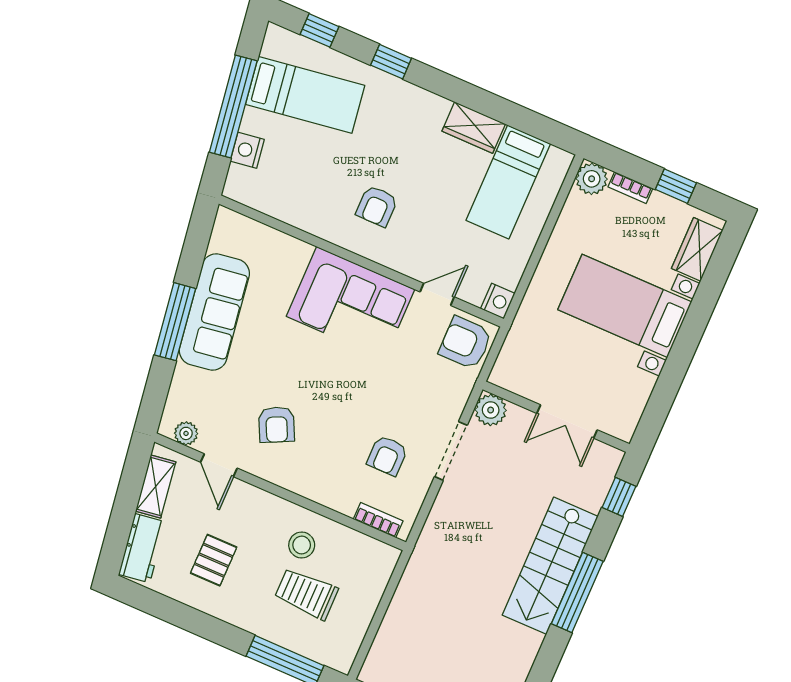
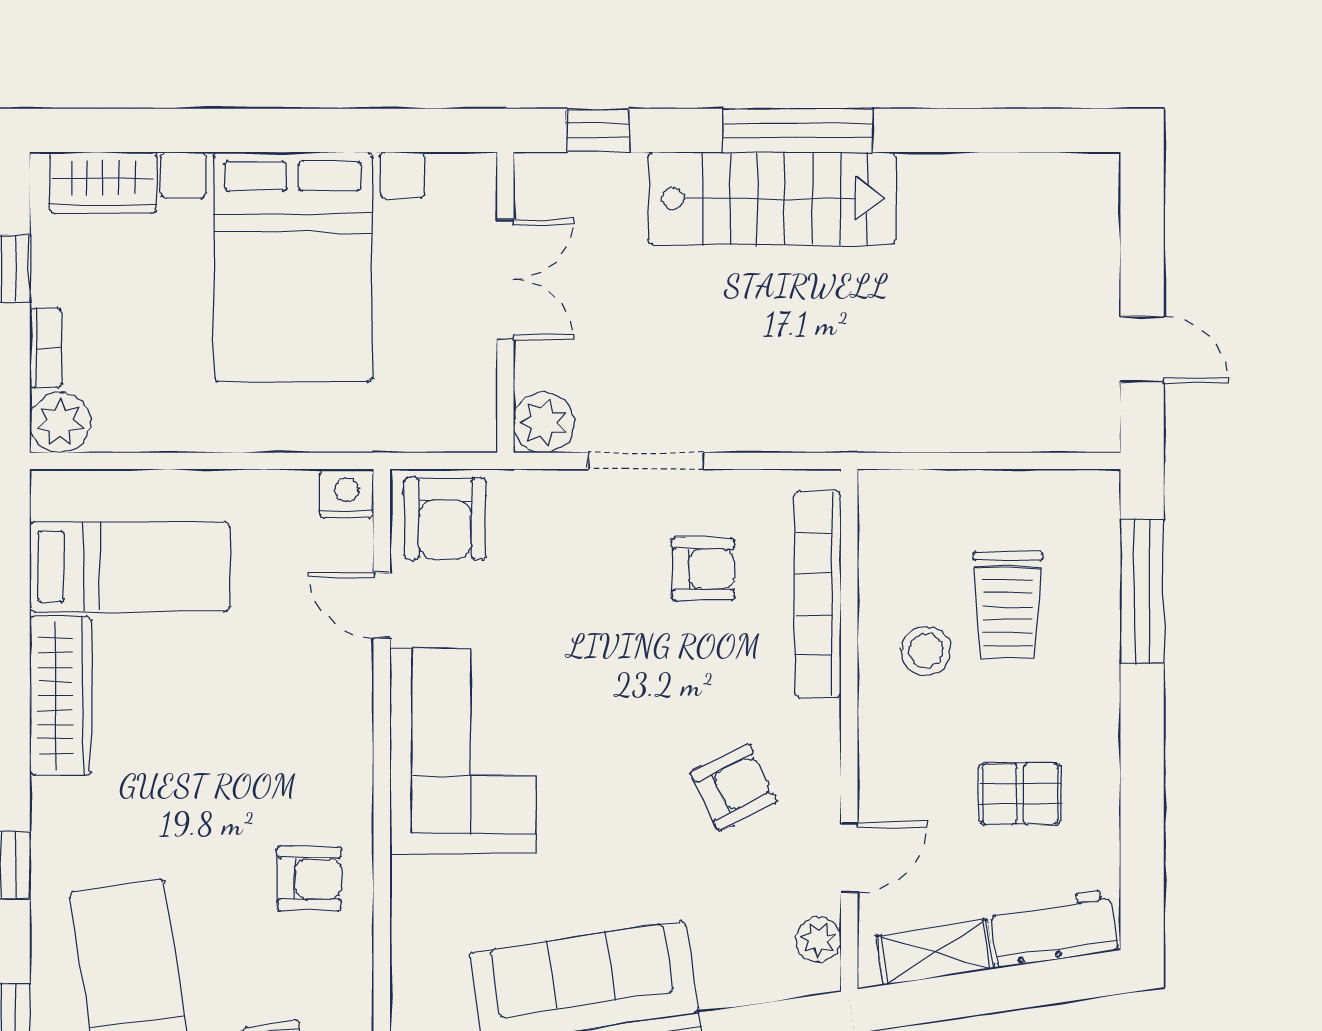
wardrobe: (474, 128) -> (61, 696), width x1.50
armchair: (377, 206) -> (309, 879), moved
bed with nightstands: (625, 306) -> (293, 267), width x1.36
bookcase: (378, 520) -> (818, 594), width x2.31, depth x1.31

